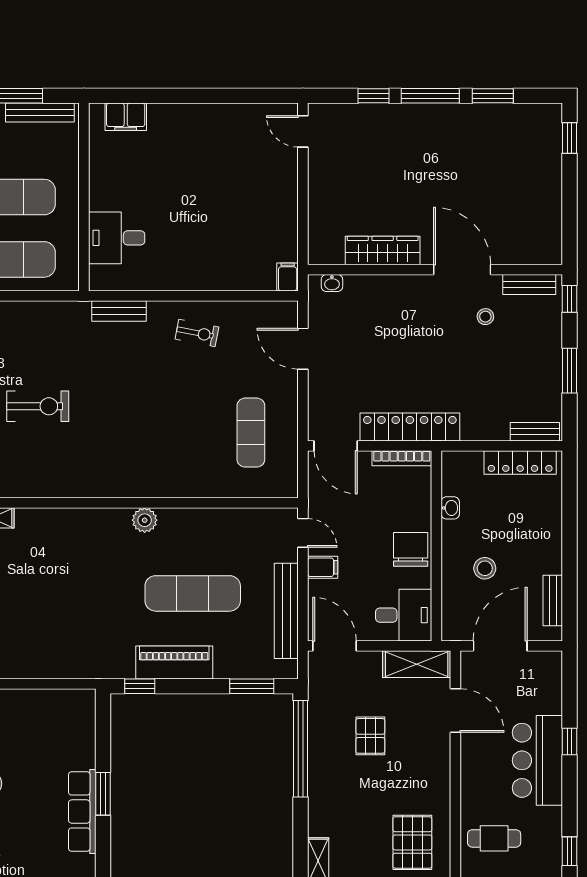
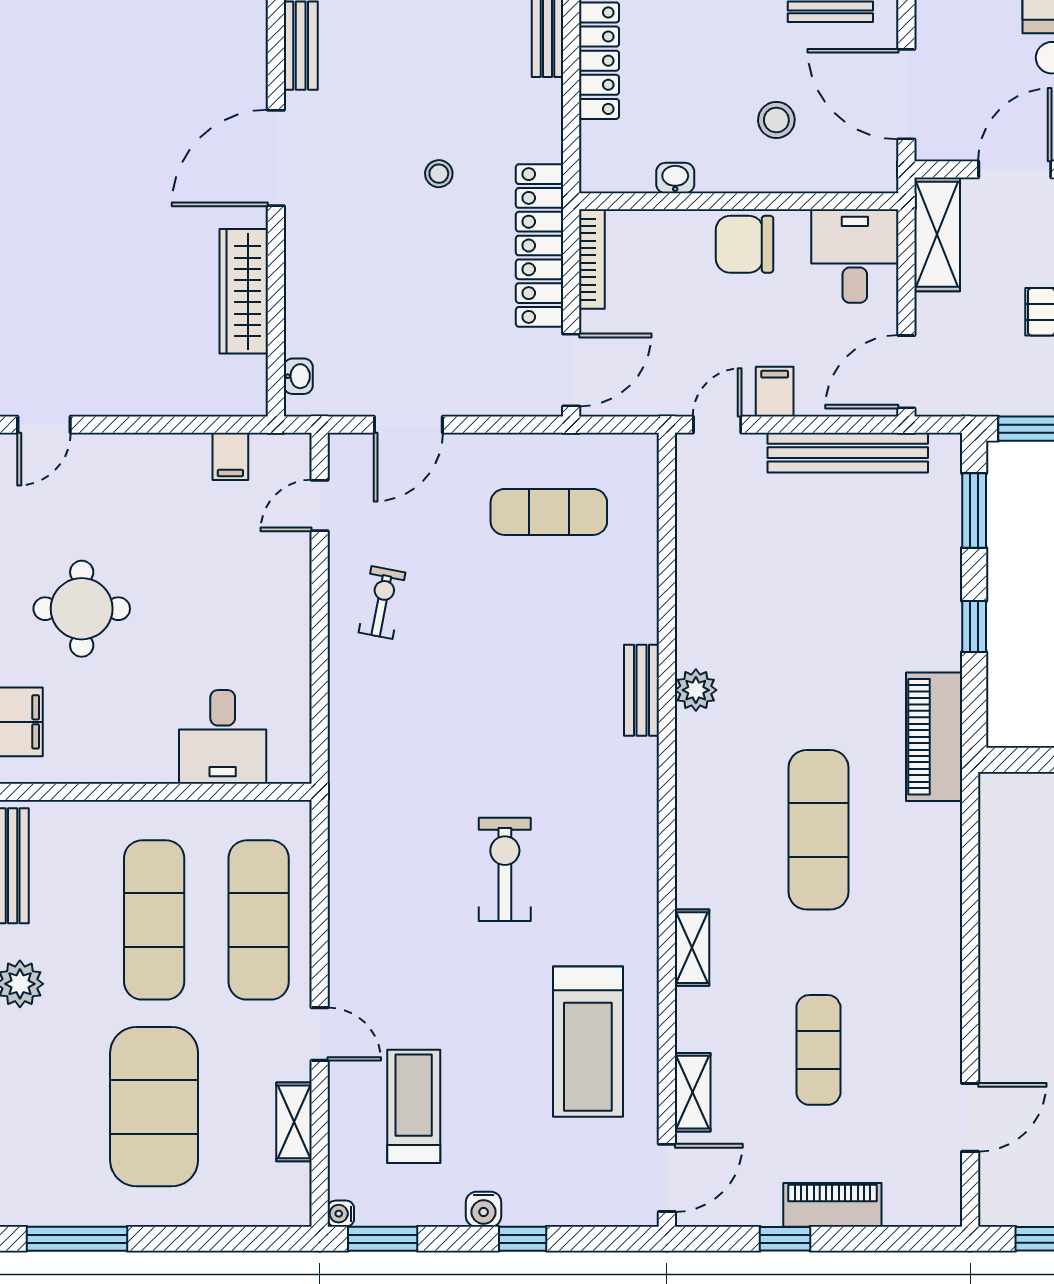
round table: (193, 154) -> (82, 609), added
filing cabinet: (288, 277) -> (230, 456), moved, turned -90
door: (255, 296) -> (320, 505), added
bench: (119, 311) -> (641, 690), moved
stool: (485, 317) -> (439, 174), moved
exercise mat: (193, 593) -> (818, 830), moved
piano: (174, 662) -> (934, 737), moved
window: (140, 686) -> (974, 626), moved

